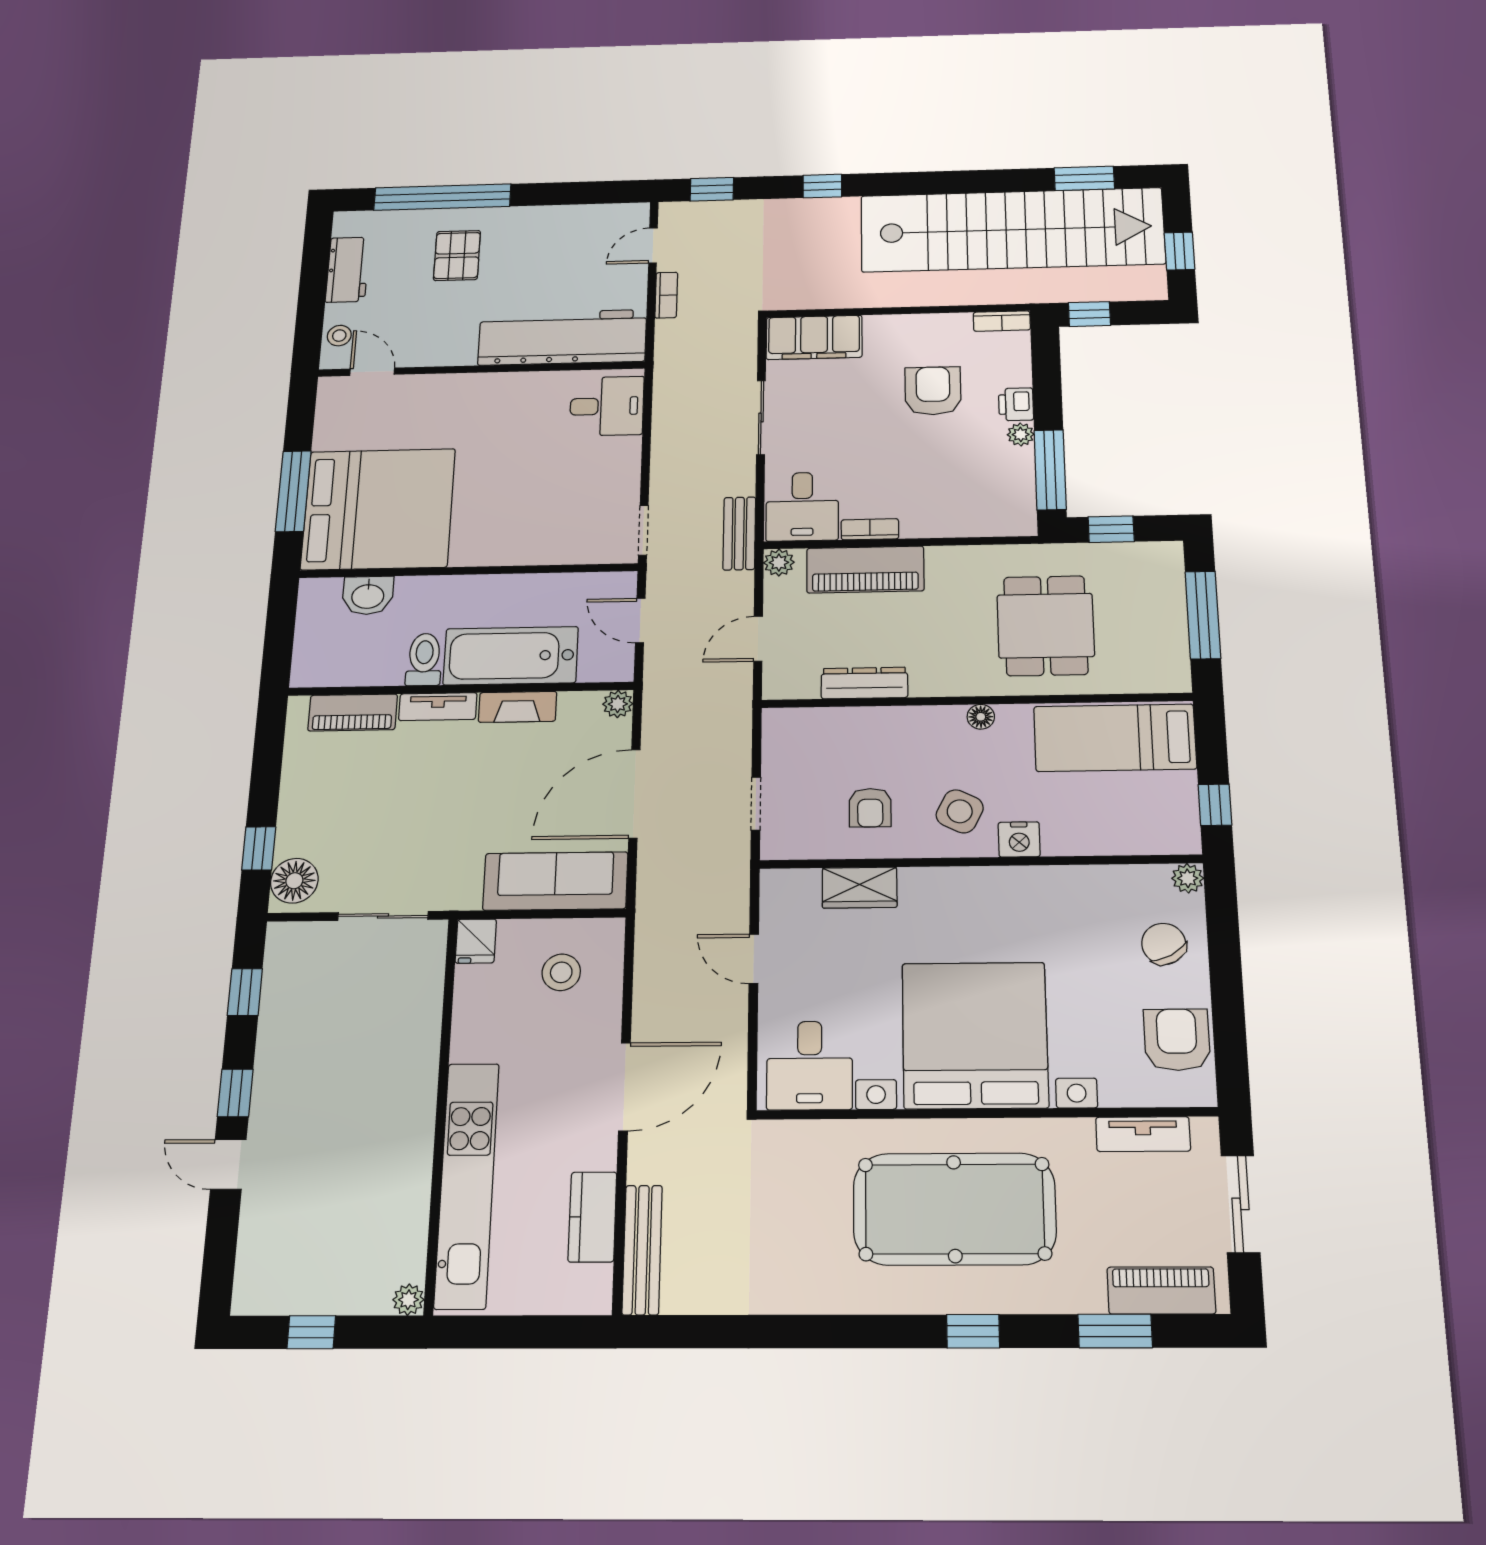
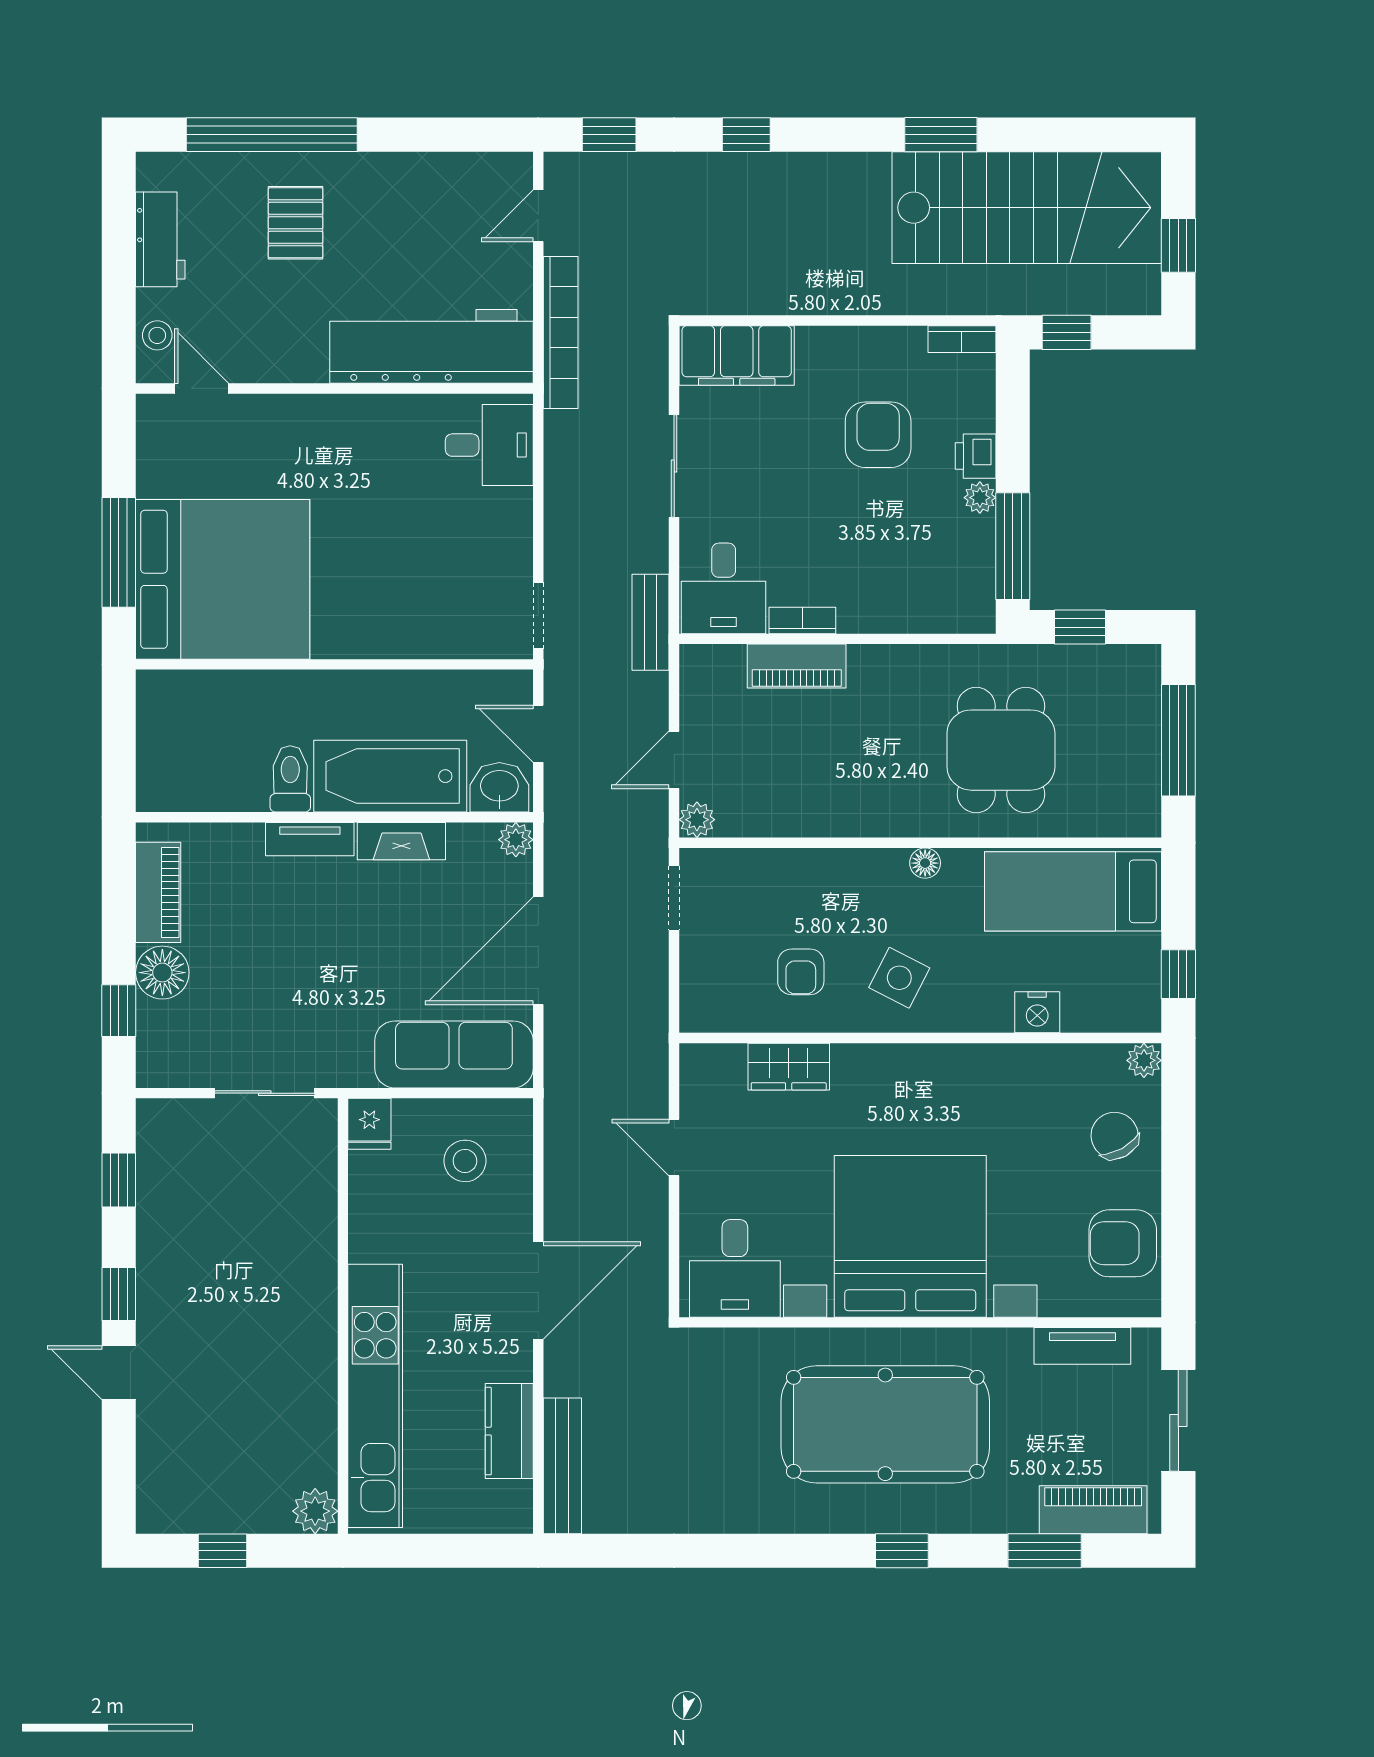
window: (1084, 178) -> (941, 135), moved
stairs: (1012, 230) -> (1027, 208), width x0.73
bookcase: (666, 295) -> (561, 332), width x2.31, depth x1.31
plant: (779, 563) -> (697, 820), moved
piano: (865, 569) -> (797, 666), width x0.73, depth x0.75
washbasin: (368, 595) -> (499, 787), moved, turned 180
dresser: (864, 683) -> (795, 818), removed
piano: (353, 712) -> (158, 892), moved, turned -90
doorway: (756, 804) -> (674, 898), moved
nightstand: (1019, 839) -> (1037, 1012), moved
floor lamp: (294, 881) -> (162, 973), moved
armchair: (1177, 1040) -> (1123, 1243), turned -90
plant: (408, 1300) -> (315, 1511), width x1.38, depth x1.38

